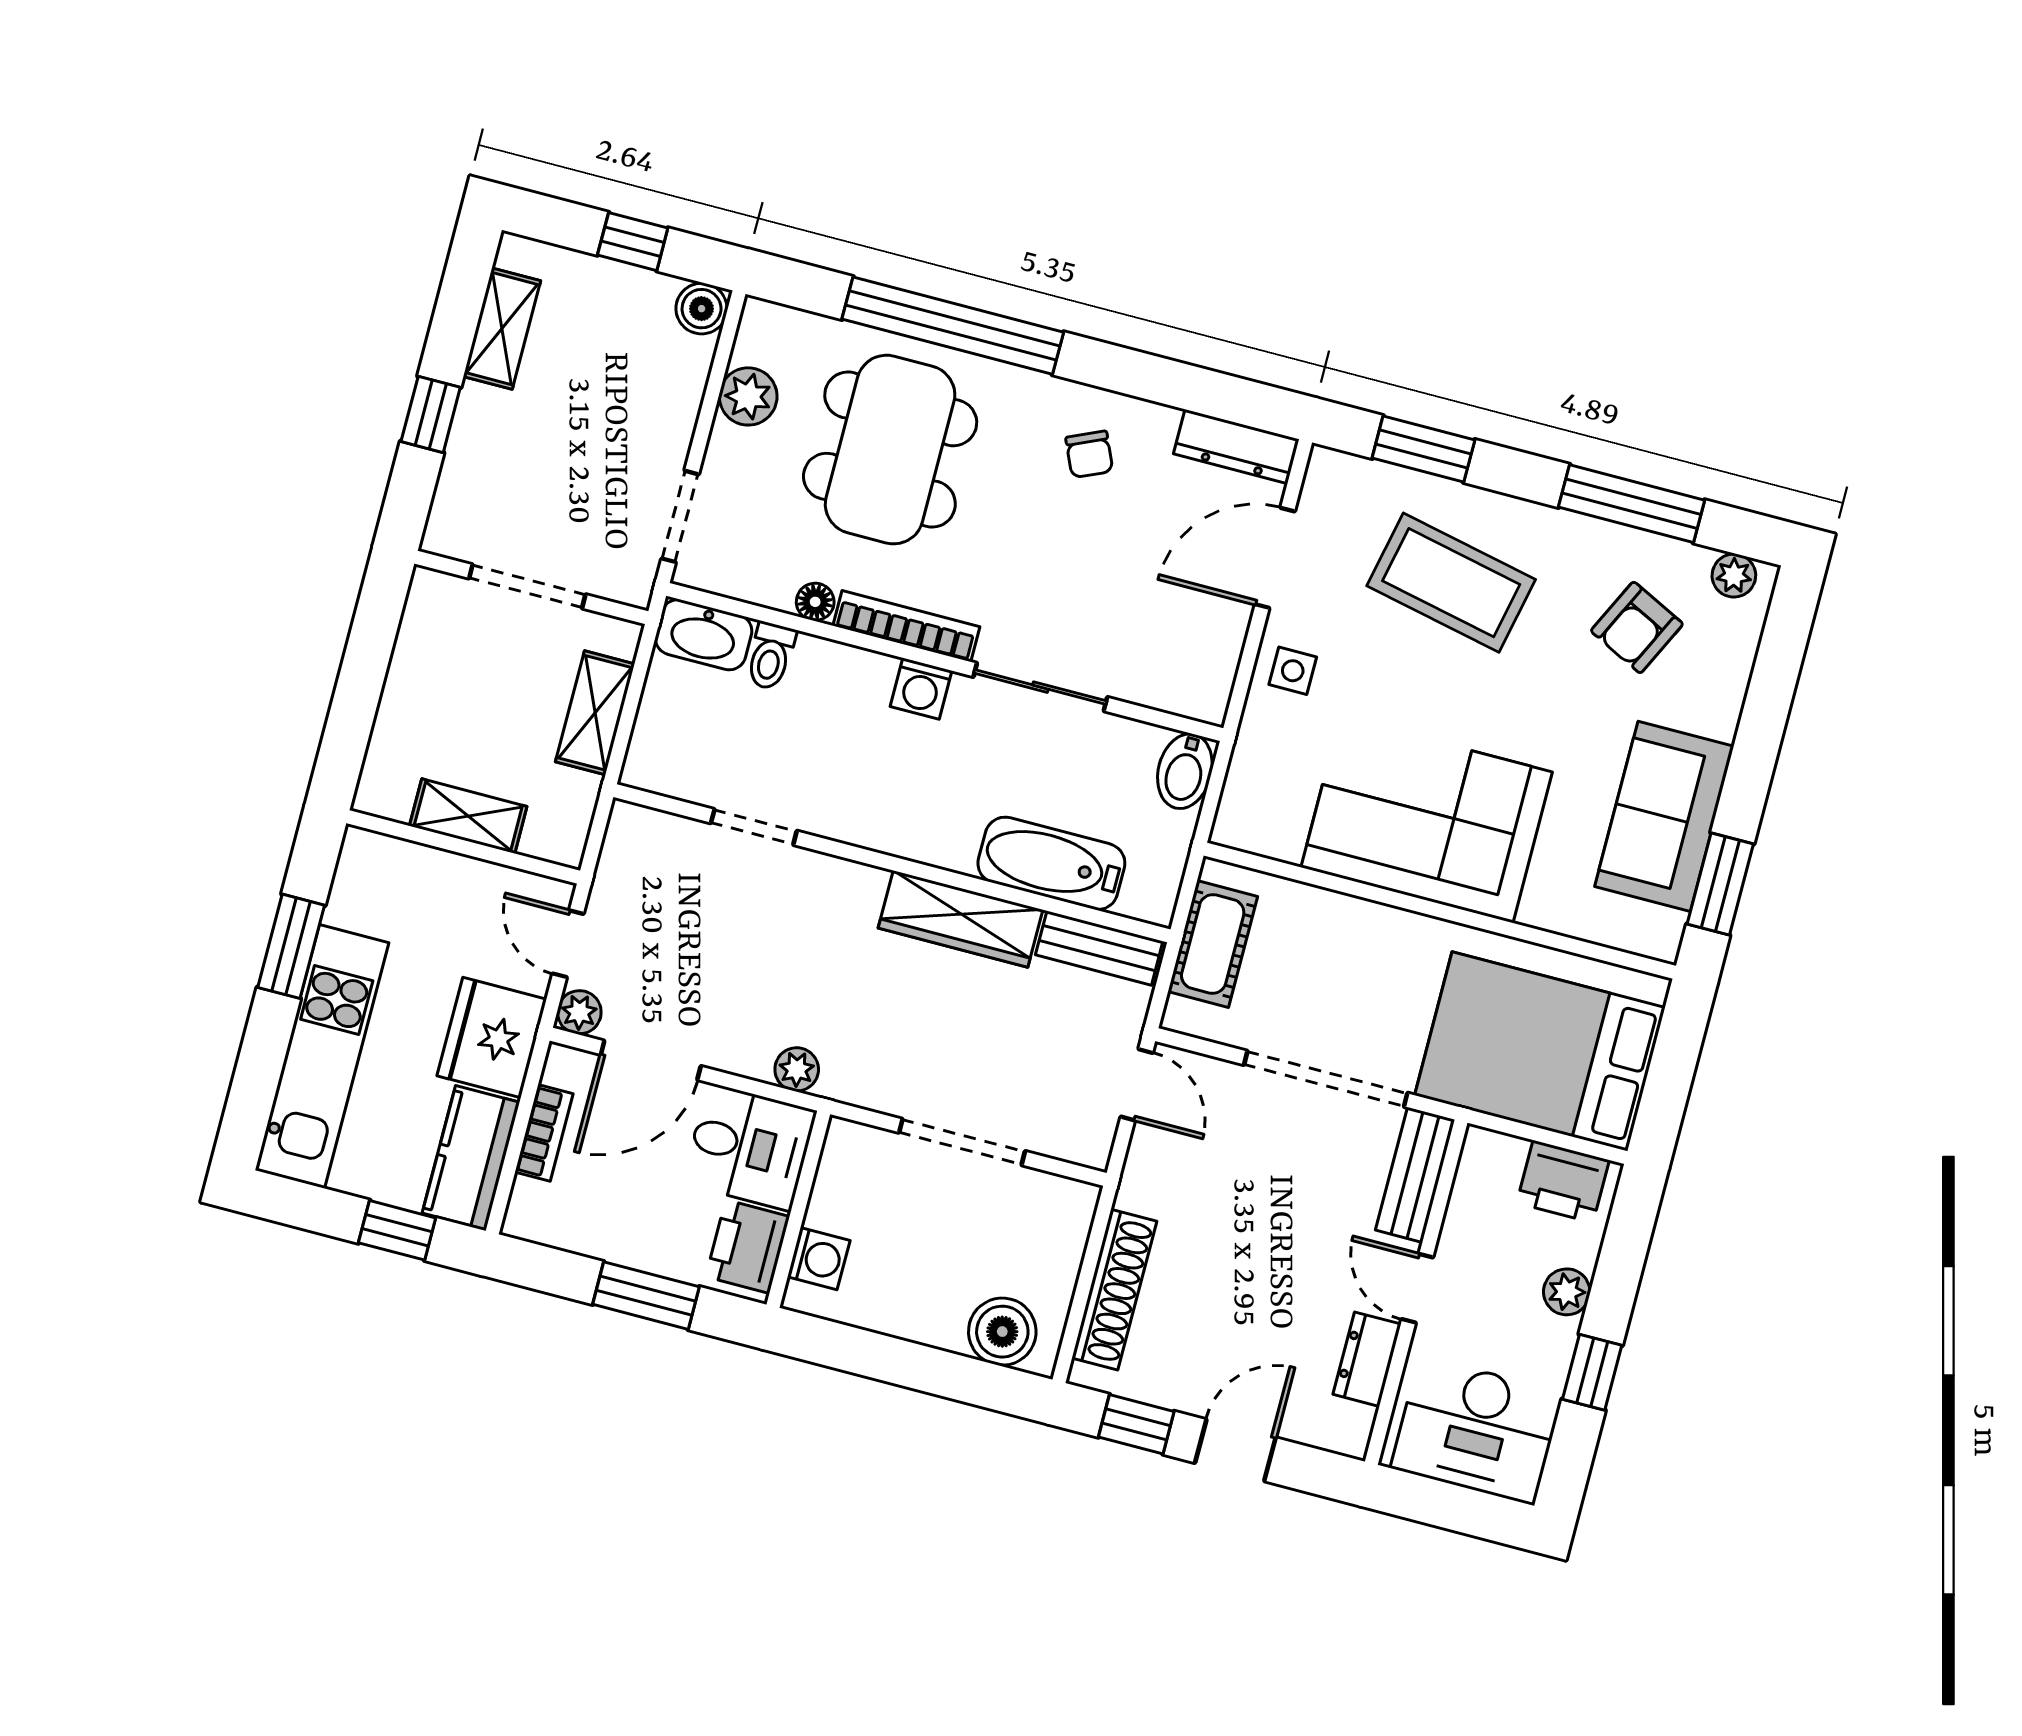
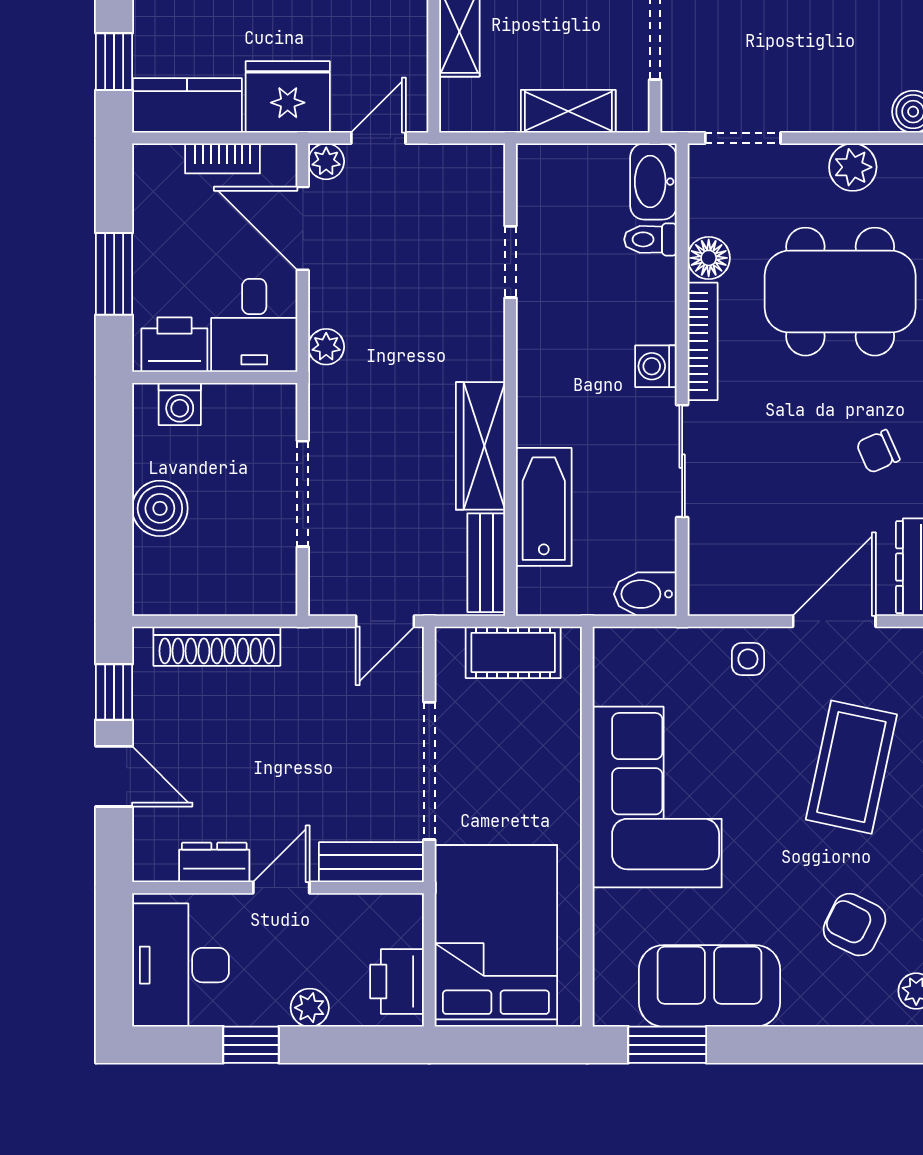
door: (1275, 558) -> (834, 621), hinge flipped
floor lamp: (815, 602) -> (709, 258), width x1.37, depth x1.37
boiler: (1002, 1332) -> (160, 508), moved

